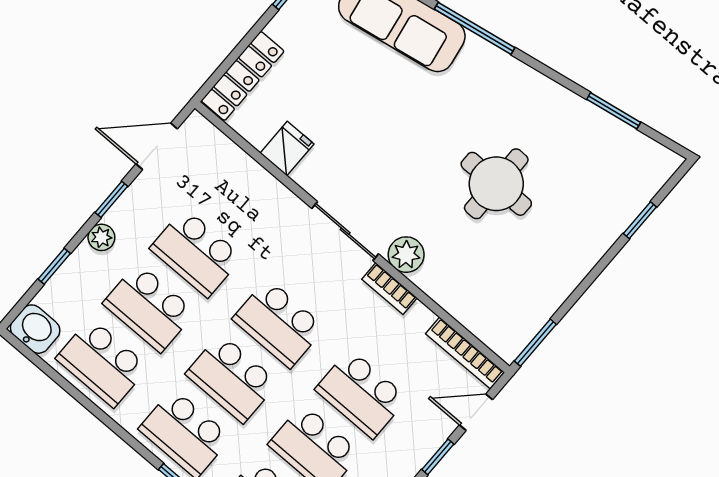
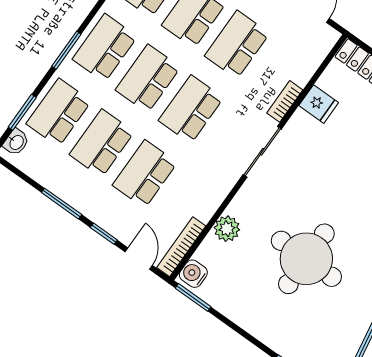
round table: (496, 184) -> (306, 259), width x1.36, depth x1.36
plant: (406, 255) -> (227, 229), moved
bookcase: (389, 289) -> (285, 101), moved
water cooler: (503, 339) -> (193, 274), added

